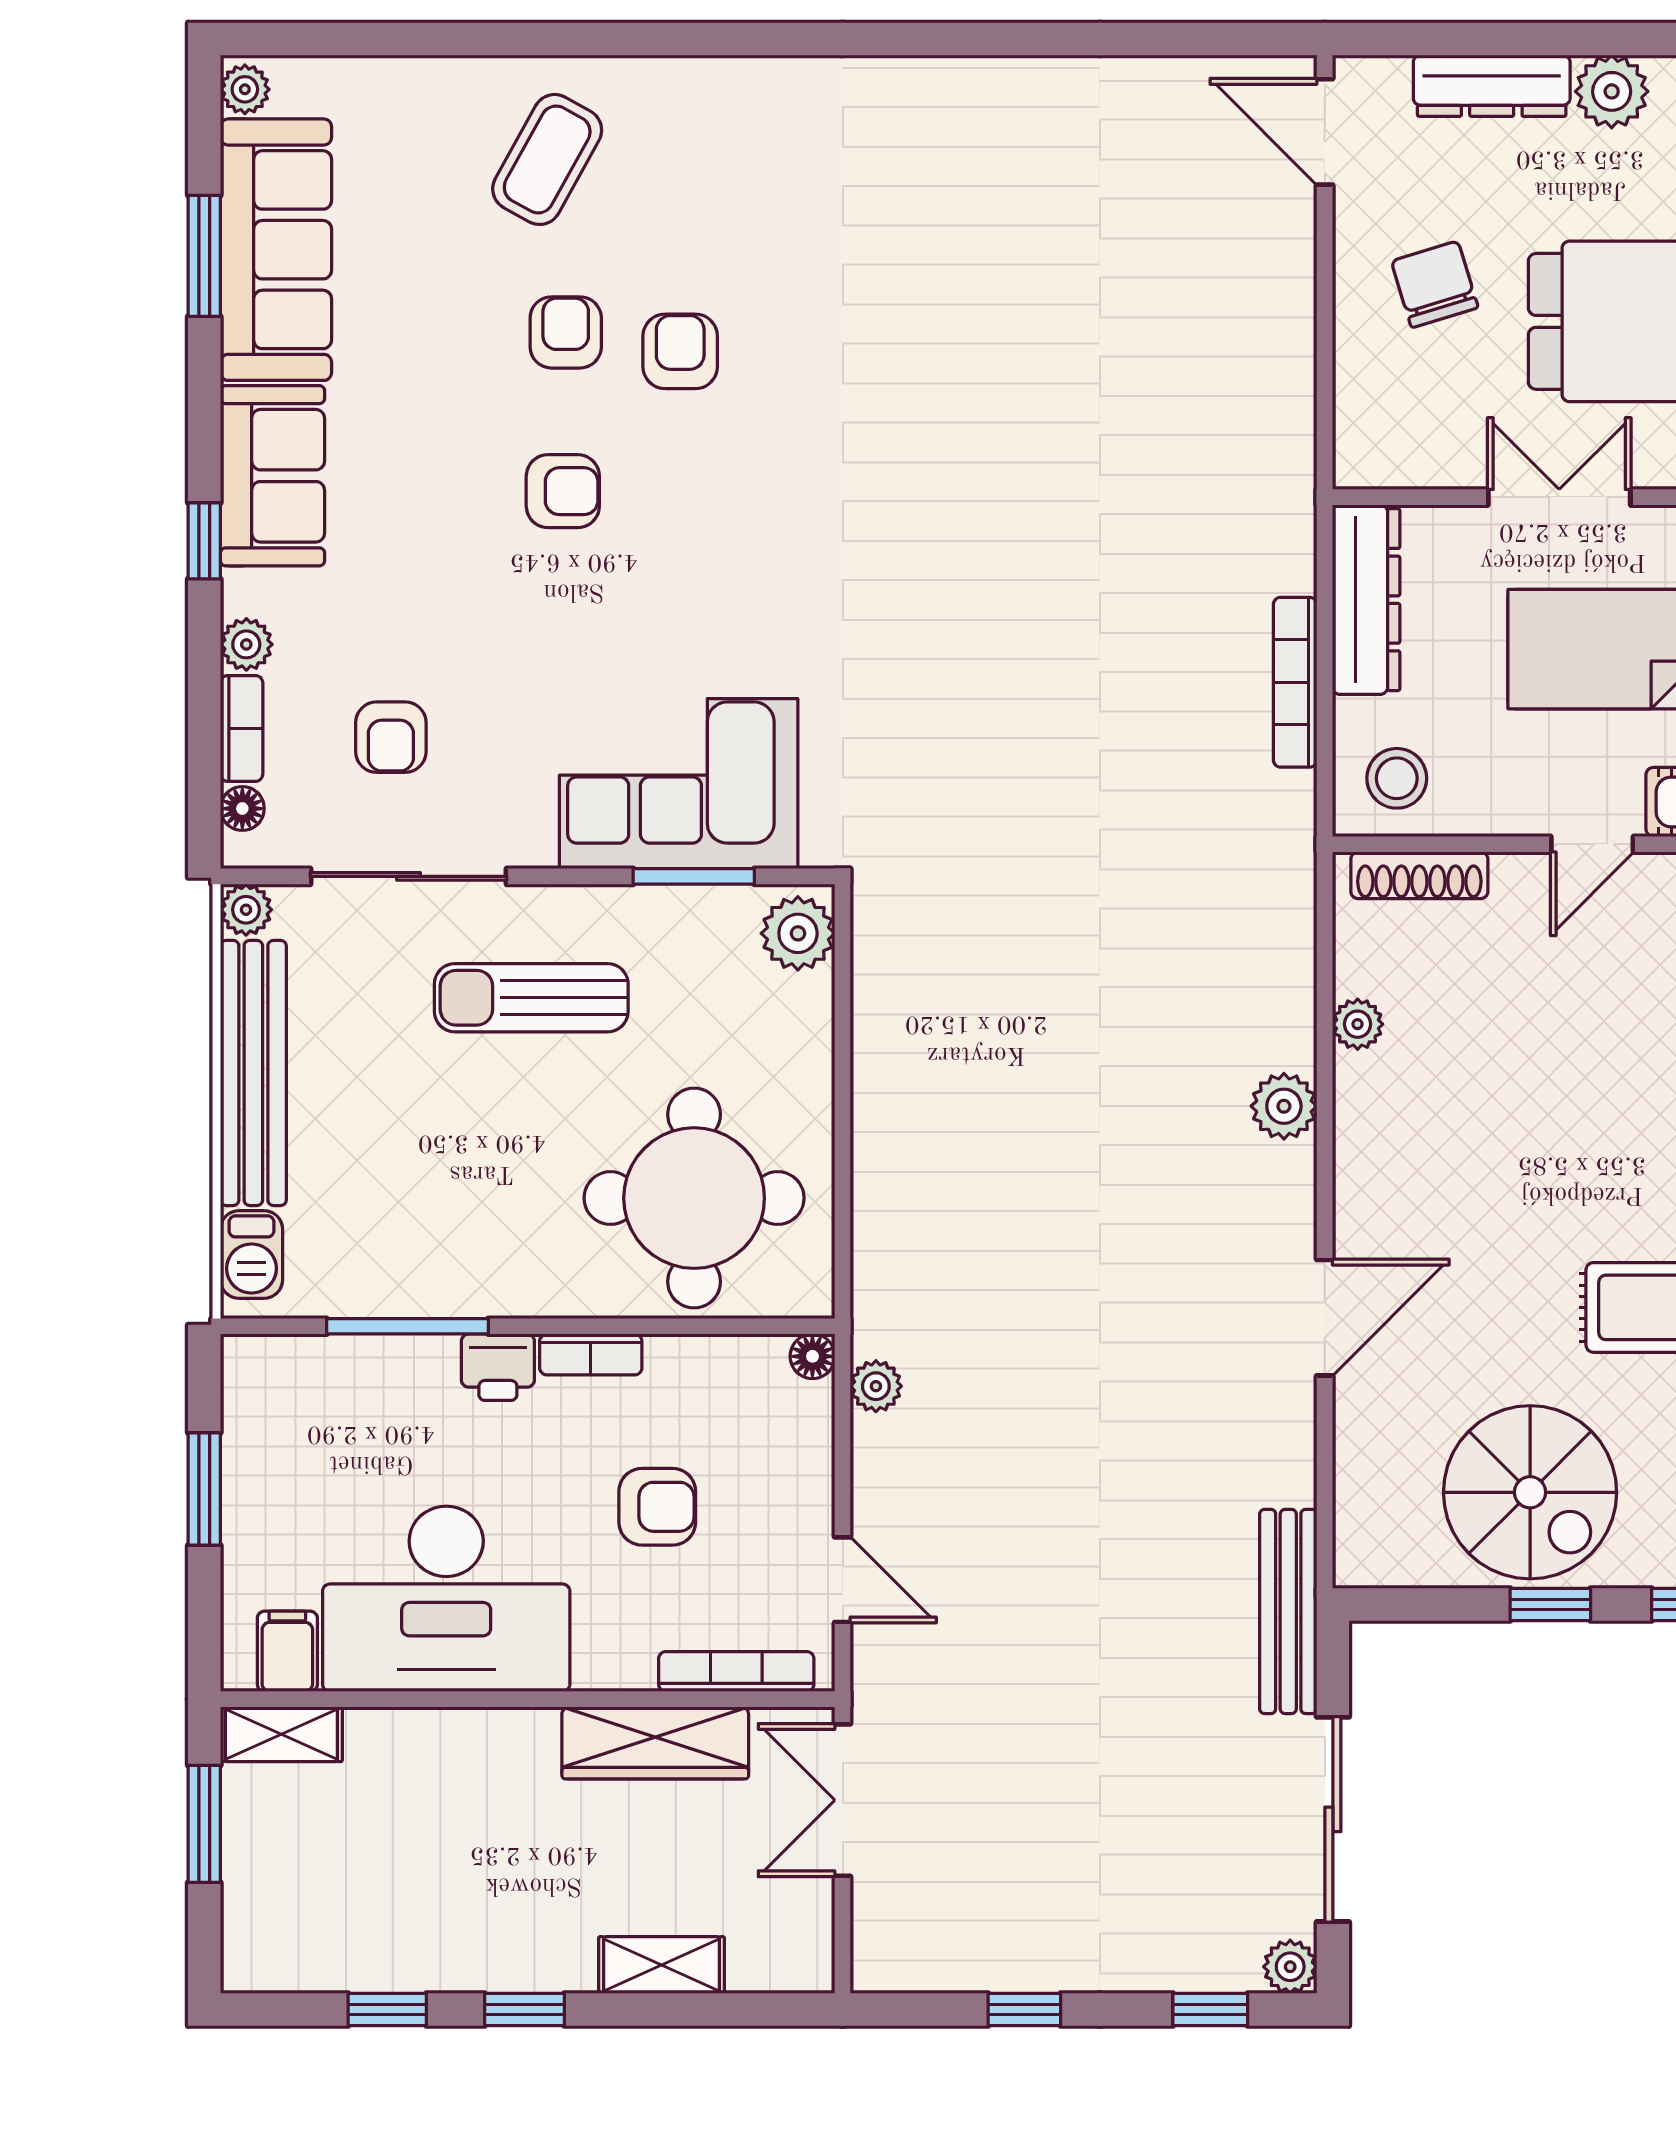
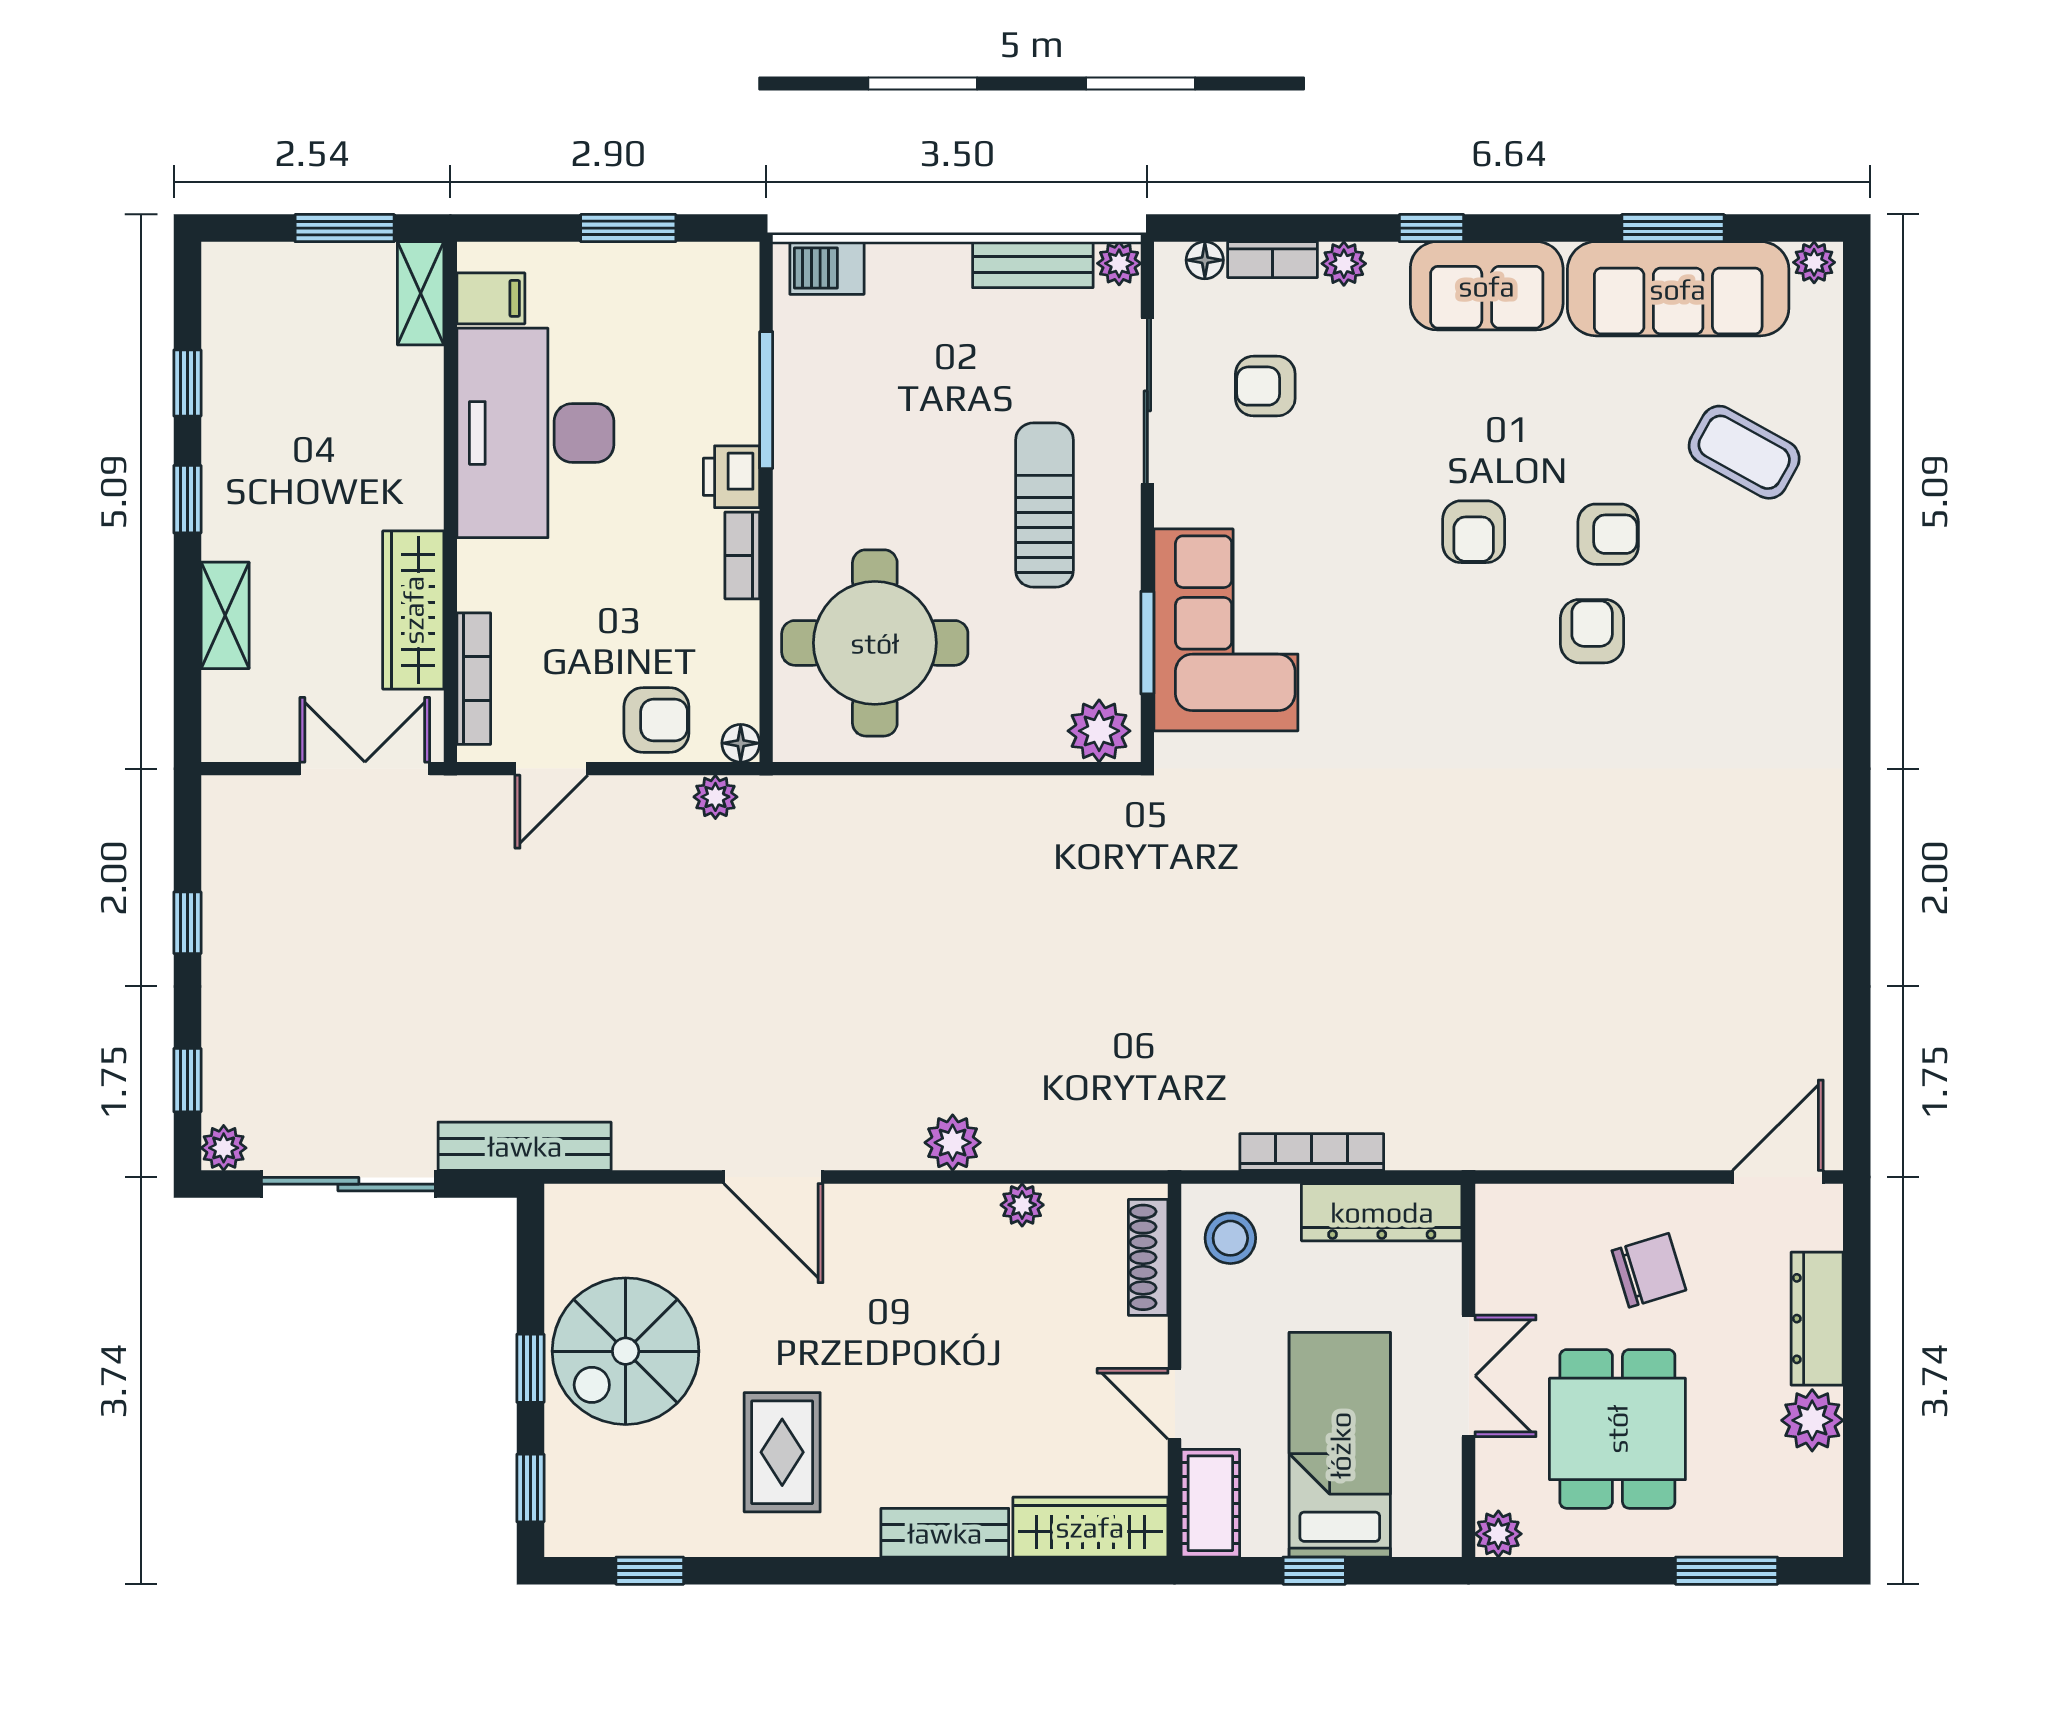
coffee table: (547, 159) -> (1744, 452), moved
armchair: (680, 351) -> (1592, 631), turned -90
bench: (253, 1073) -> (1033, 265), width x0.54, depth x0.82
armchair: (657, 1507) -> (656, 720), moved, turned -90

